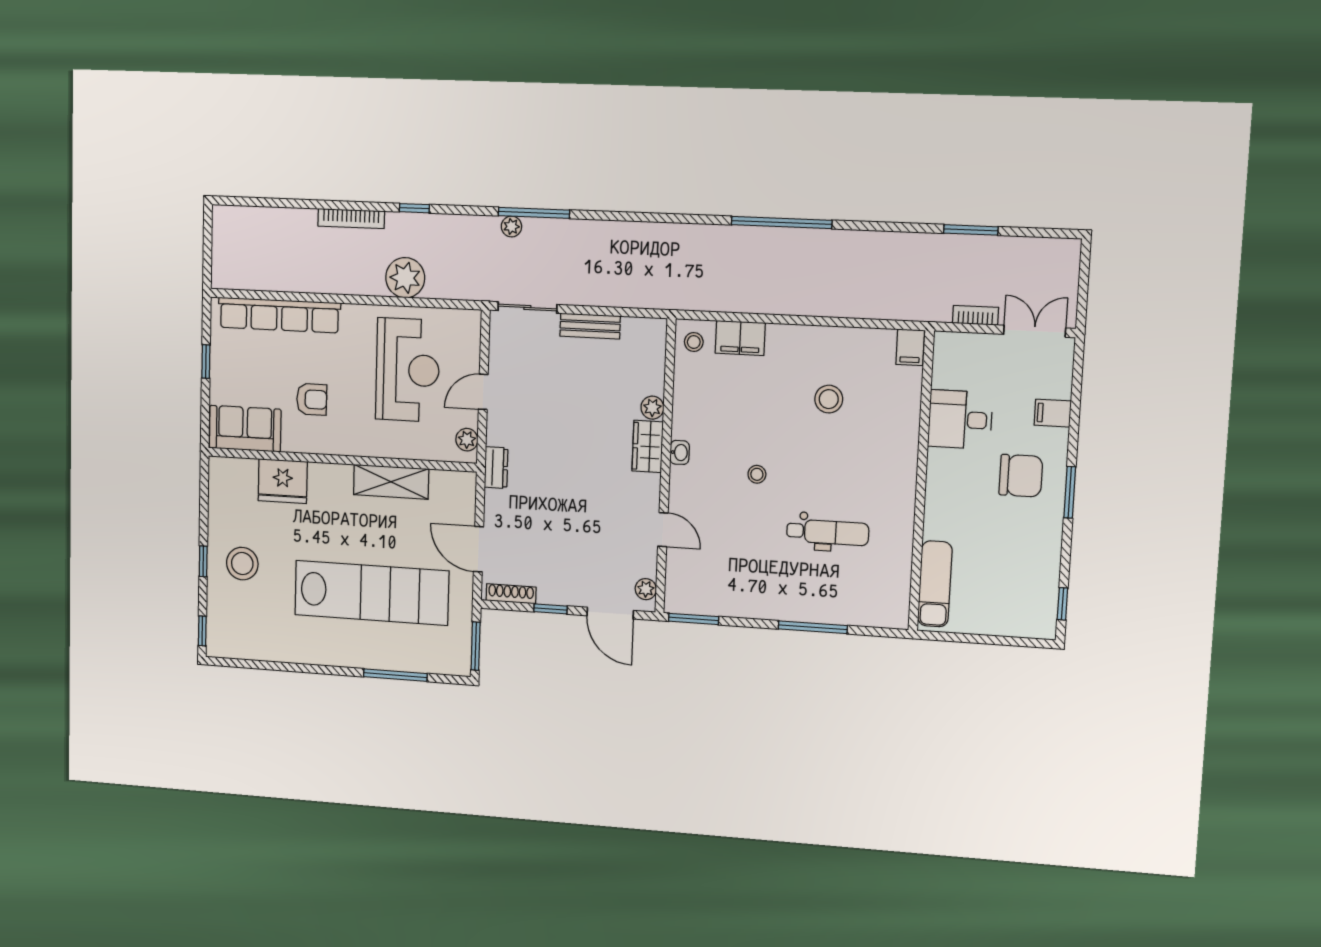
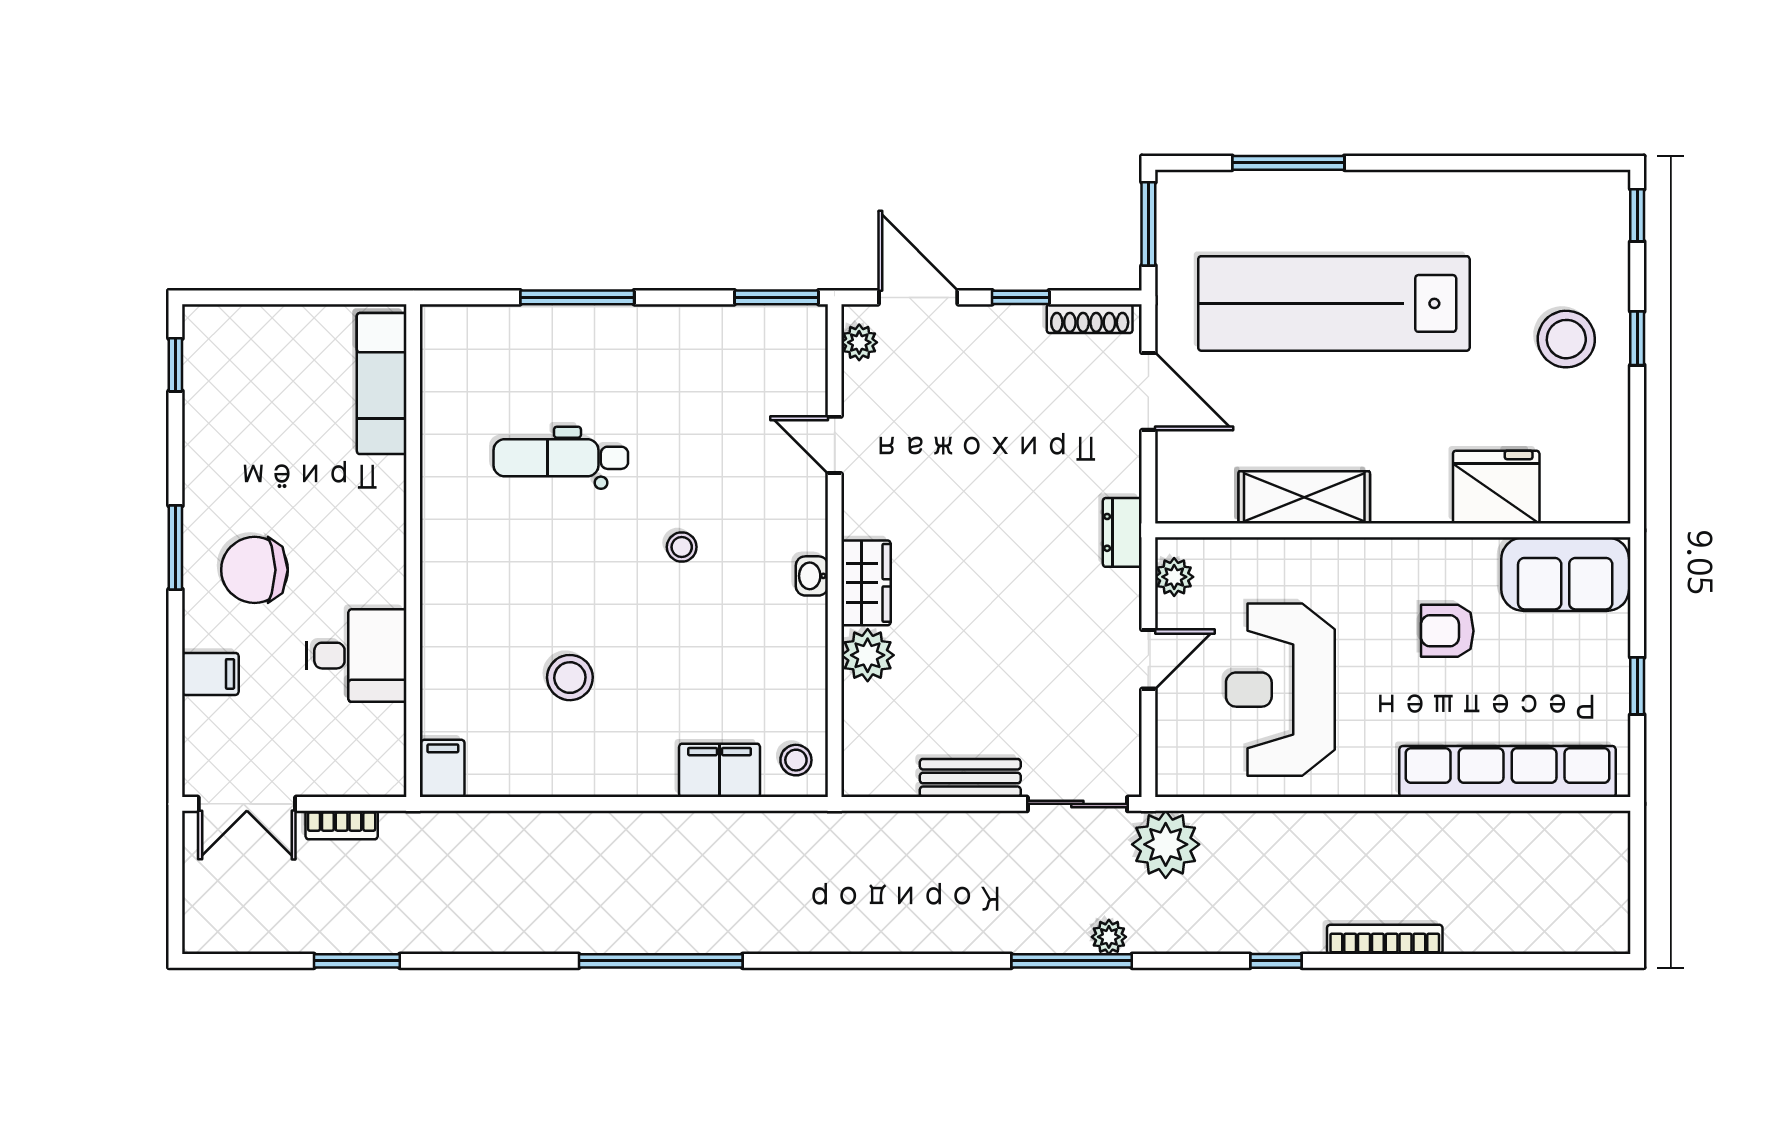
plant: (405, 278) -> (1166, 844), moved
plant: (652, 408) -> (868, 655), width x1.38, depth x1.38

